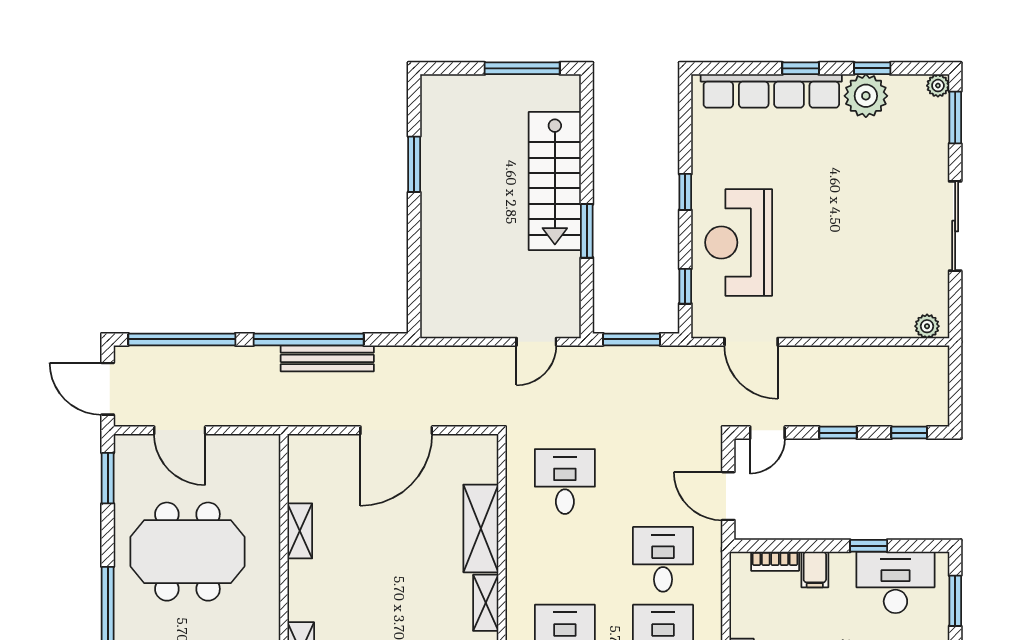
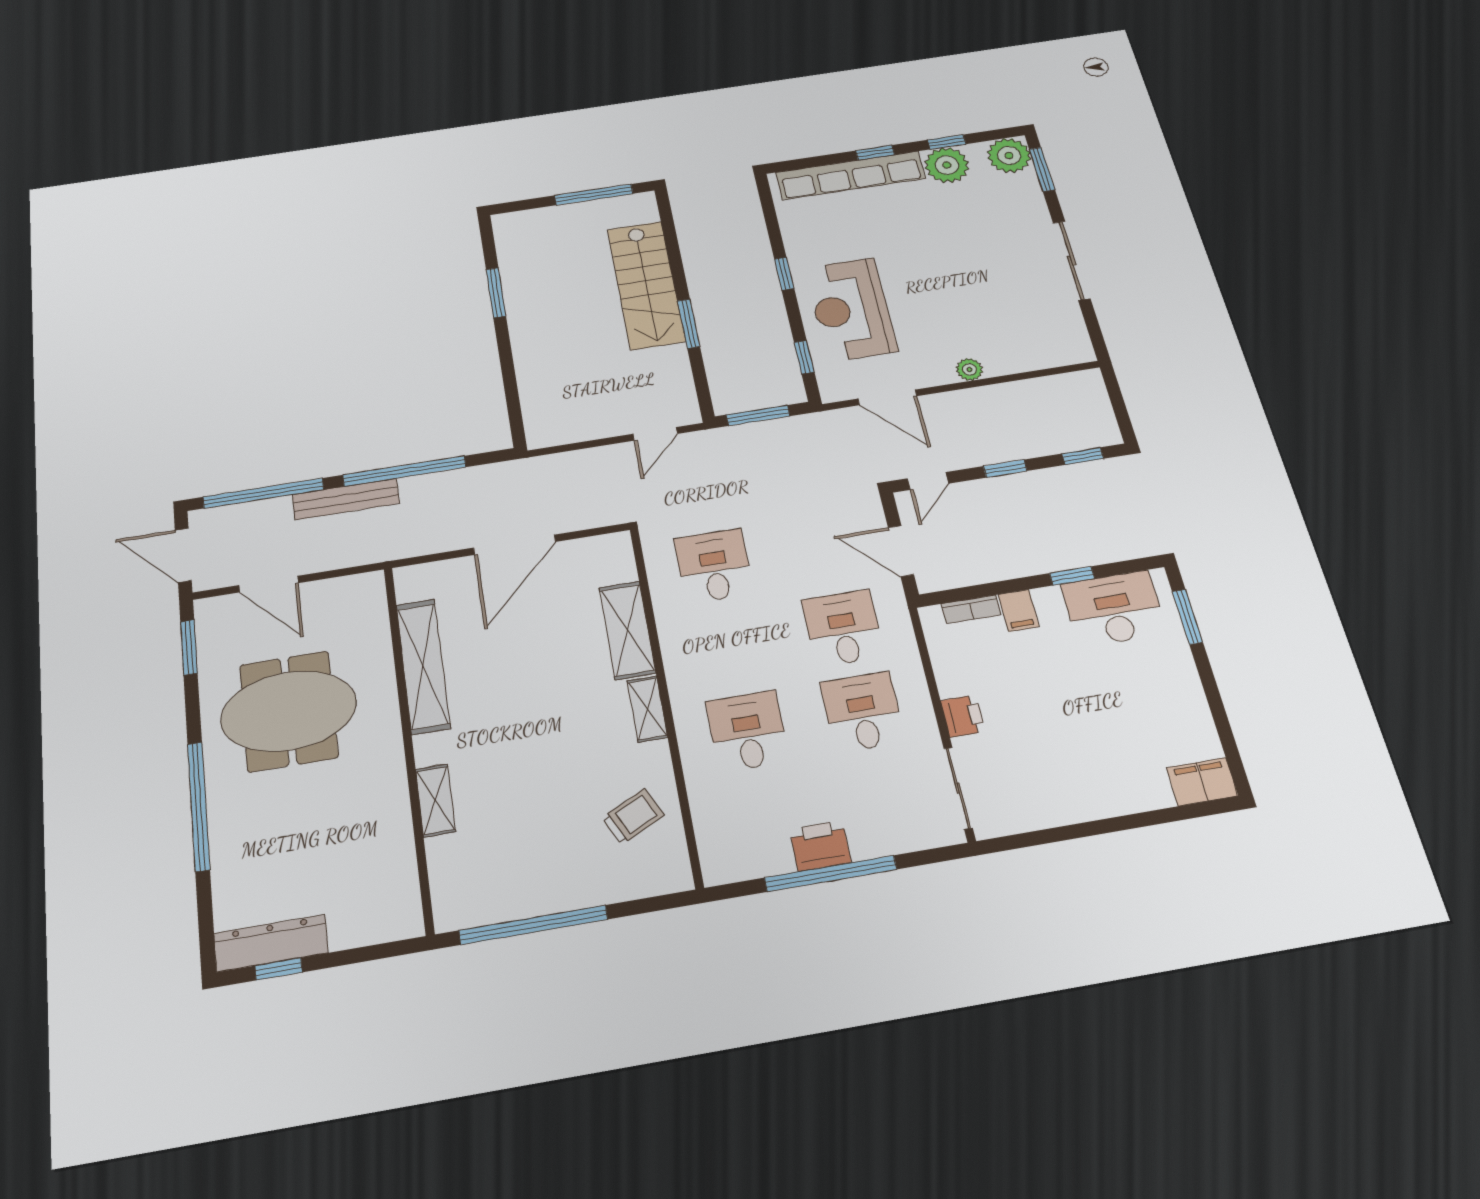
plant: (938, 86) -> (1009, 155), width x1.88, depth x1.88
plant: (927, 326) -> (969, 369), moved
bench: (327, 358) -> (346, 499), moved
shelving: (300, 531) -> (423, 666), width x2.20, depth x1.33

